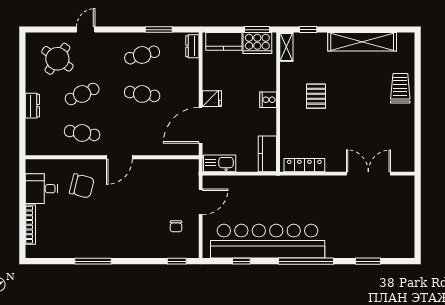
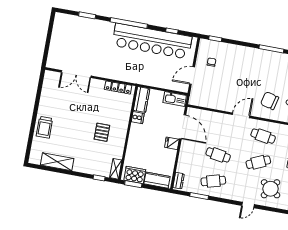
shelving: (362, 42) -> (57, 162), width x0.68
cooker: (268, 100) -> (138, 118), moved
door: (201, 125) -> (183, 127), hinge flipped

